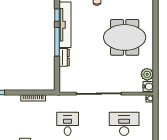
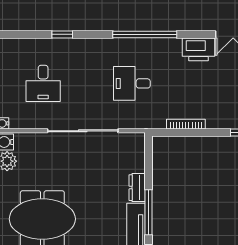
desk: (68, 124) -> (132, 83), turned 90
desk: (124, 124) -> (43, 83), width x0.73

